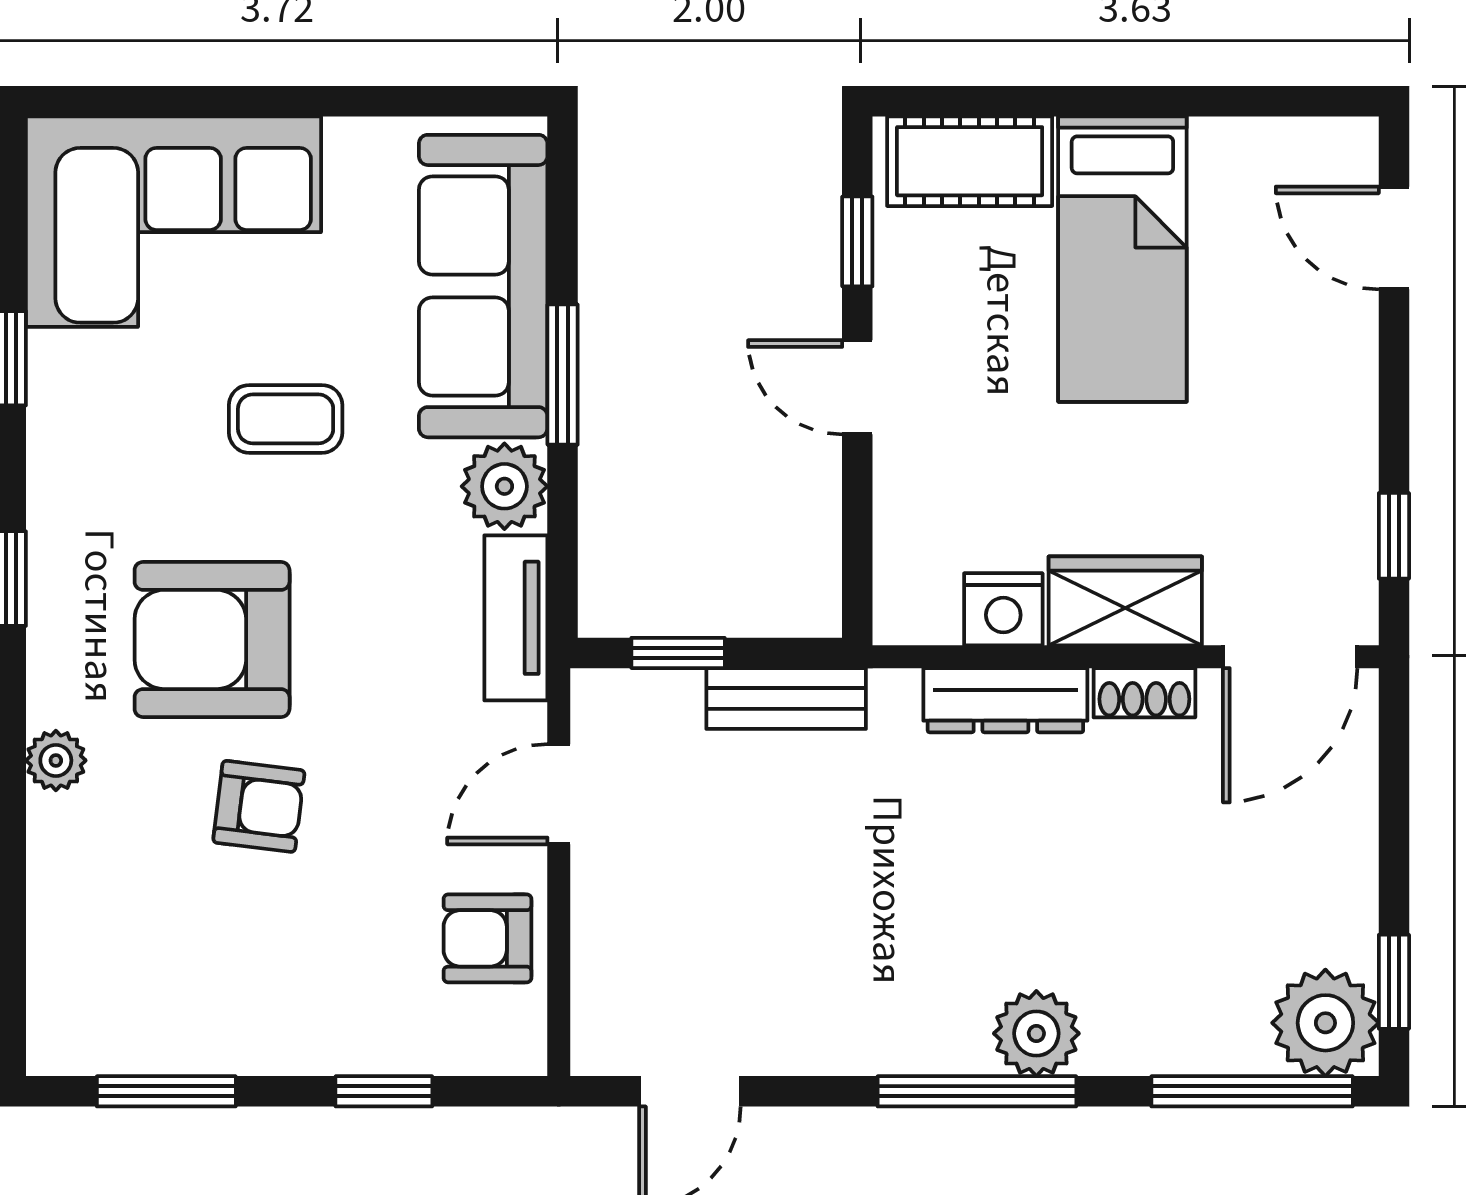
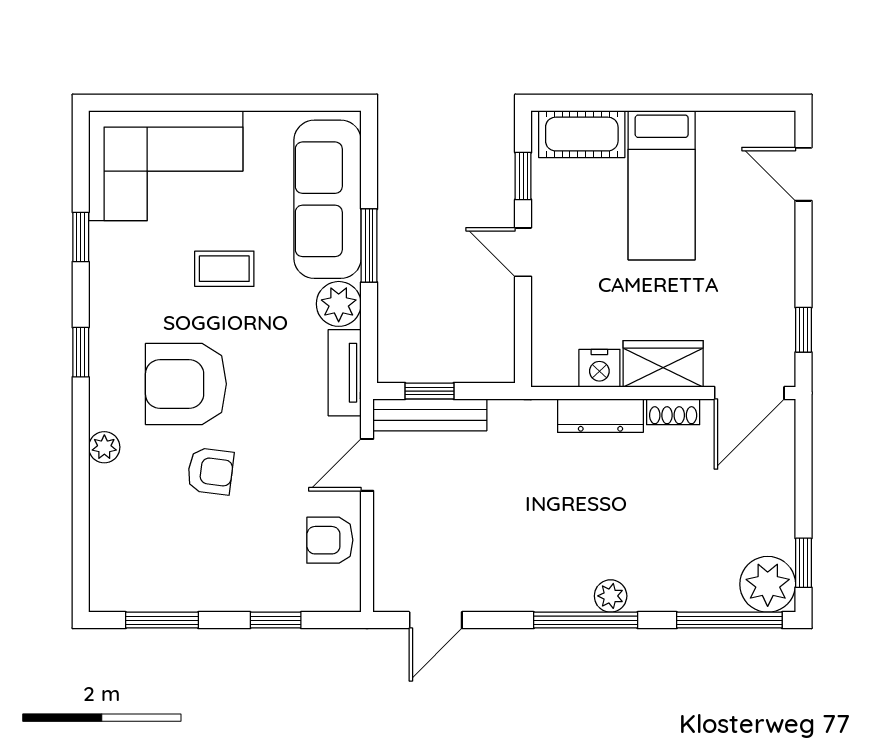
bench: (786, 699) -> (430, 415), moved, width x1.36
plant: (1036, 1033) -> (611, 596), width x0.73, depth x0.73

